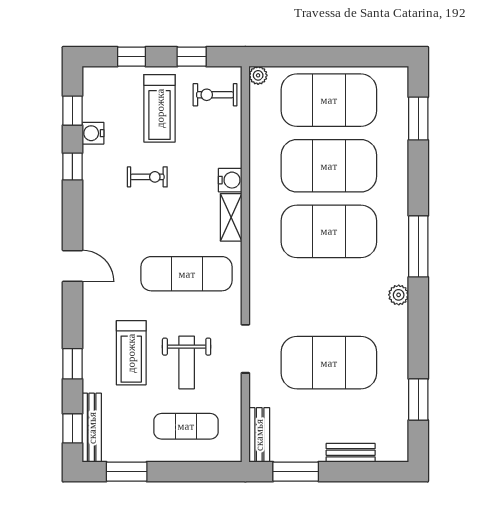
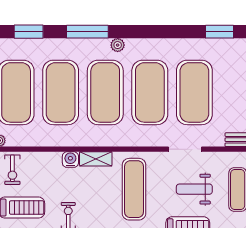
window: (418, 246) -> (87, 32), moved
plant: (399, 295) -> (118, 45), moved
exercise mat: (329, 297) -> (150, 92), added
weight bench: (187, 362) -> (194, 189), turned 180

